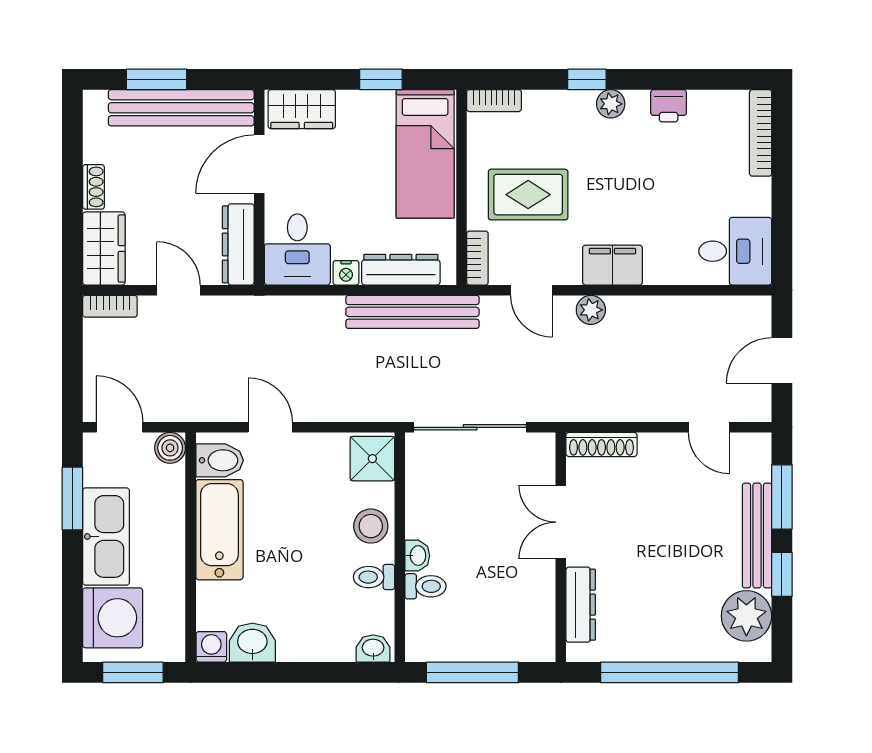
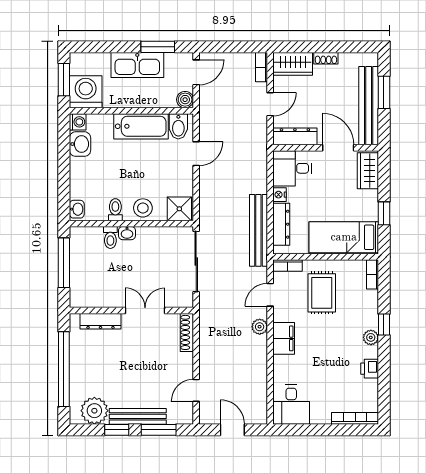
washing machine: (113, 618) -> (86, 92), moved, turned 180

